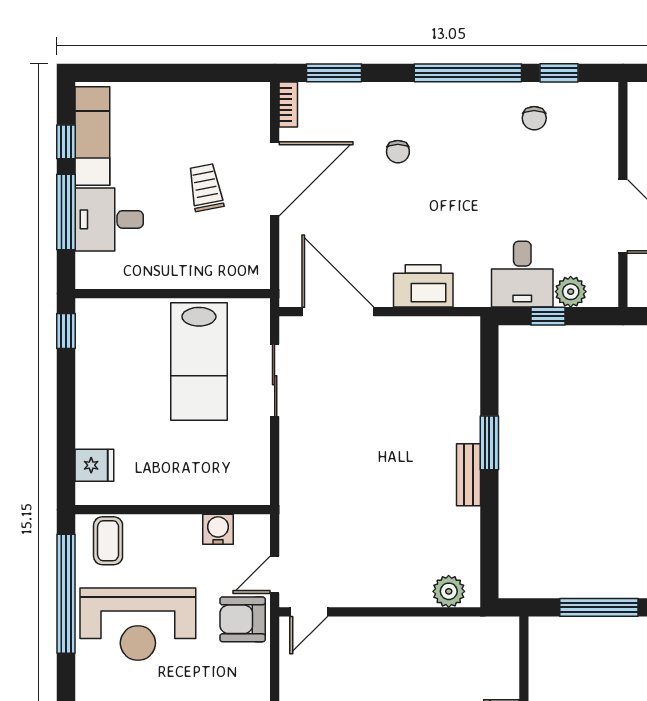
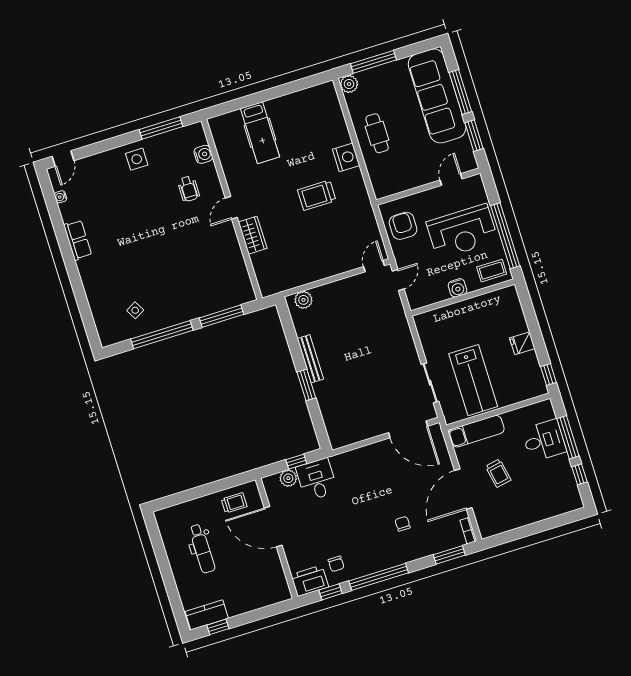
chair: (534, 118) -> (336, 564), turned 180
exam couch: (92, 136) -> (476, 431), moved, turned -90
printer: (423, 286) -> (310, 581), moved, turned 180
lab bench: (199, 362) -> (473, 380), turned 180
fridge: (94, 465) -> (522, 343), moved
bench: (469, 475) -> (310, 359), width x1.36
water cooler: (218, 529) -> (458, 288), moved
coffee table: (108, 541) -> (492, 271), turned 90
armchair: (243, 619) -> (403, 226), moved, turned -90
reception desk: (138, 624) -> (462, 231), turned 180

